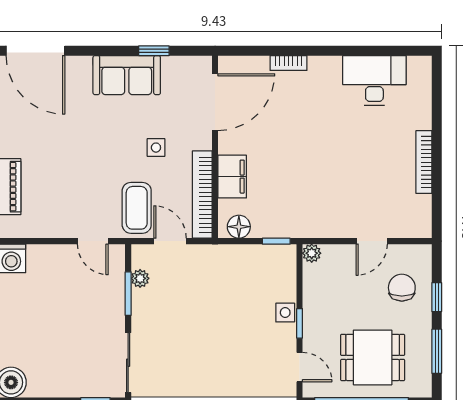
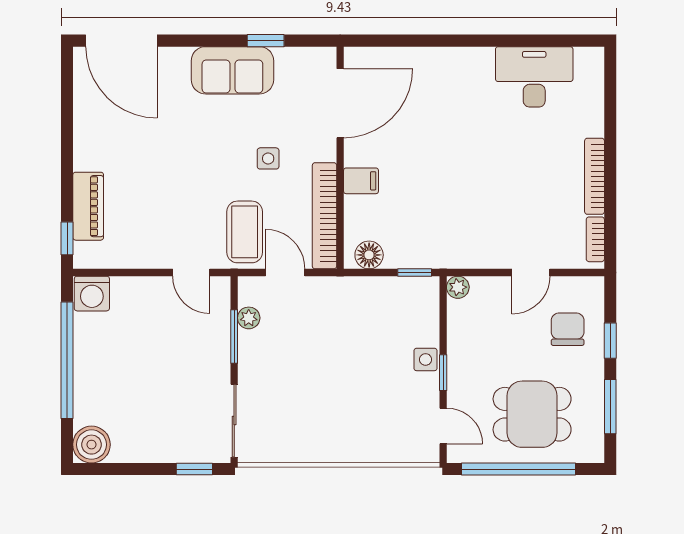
bookcase: (288, 63) -> (595, 239), moved, turned 90
filing cabinet: (232, 177) -> (361, 181), width x0.50

